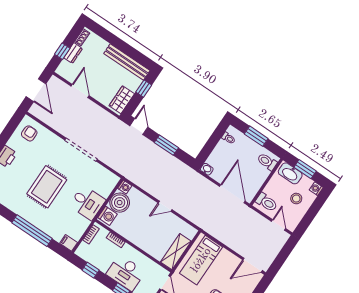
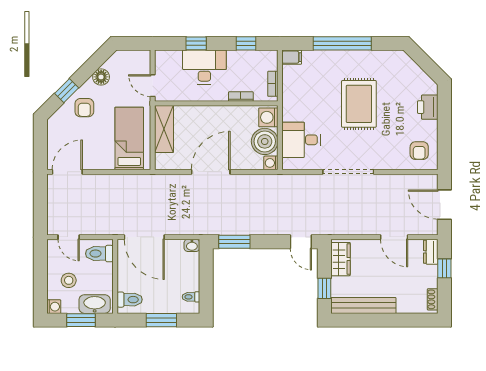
dresser: (73, 53) -> (431, 252), moved
window: (166, 145) -> (234, 242), moved
desk: (87, 203) -> (301, 140), moved
door: (165, 206) -> (211, 172), width x1.87

